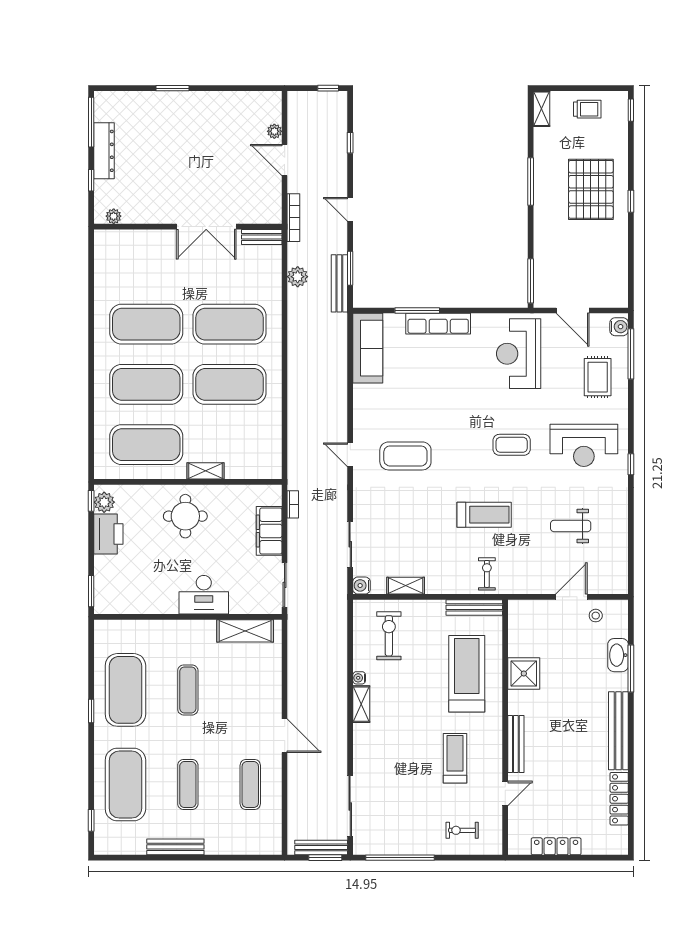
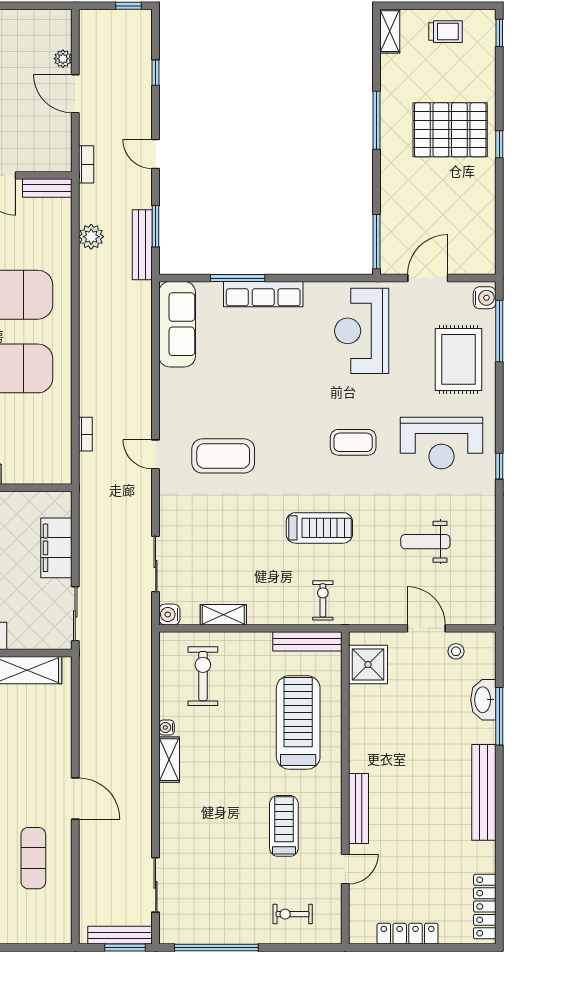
pallet: (591, 189) -> (450, 130), turned 90
bookcase: (293, 218) -> (86, 164), width x0.64
door: (573, 311) -> (428, 278), swing flipped
rug: (598, 377) -> (458, 359), width x1.36, depth x1.43
bookcase: (293, 504) -> (85, 434), moved
door: (571, 597) -> (426, 628), hinge flipped
shower: (524, 673) -> (368, 665), moved
locker: (619, 799) -> (485, 907), moved
sliding door: (350, 806) -> (156, 885), width x0.73

